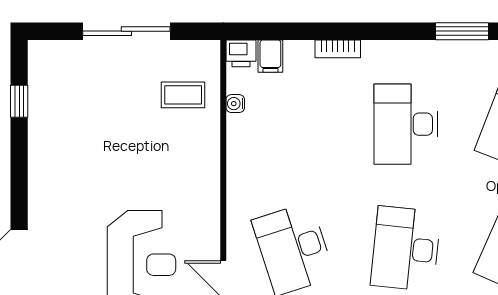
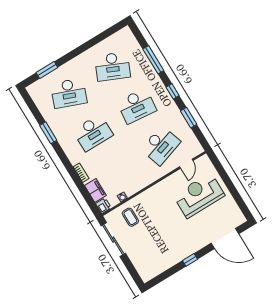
sliding door: (126, 31) -> (113, 240), moved
filing cabinet: (270, 56) -> (95, 191), width x2.00
window: (19, 101) -> (190, 260), moved

